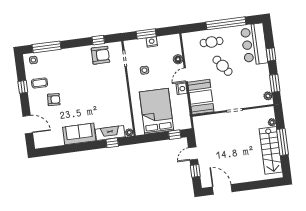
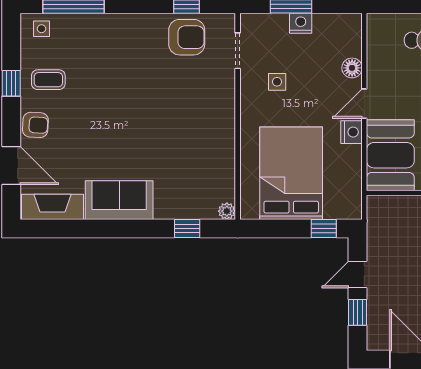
armchair: (54, 100) -> (35, 125), moved
fireplace: (110, 133) -> (53, 207), moved

